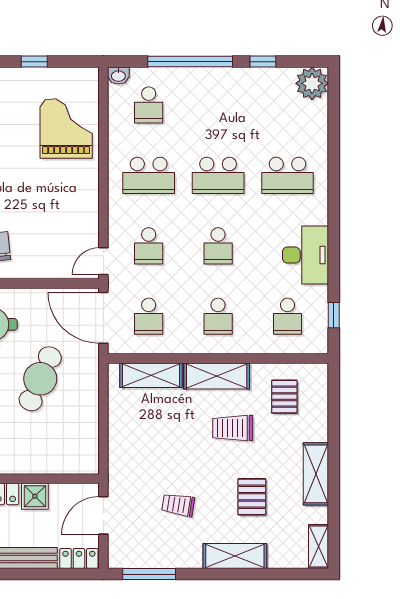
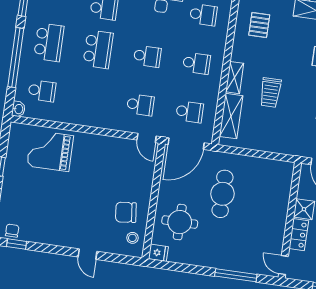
school desk: (149, 175) -> (49, 42), moved
shelving: (217, 376) -> (235, 78), width x0.67, depth x0.75
cafe table: (40, 379) -> (223, 194), turned 66
pallet: (284, 397) -> (259, 25), turned 90
trolley: (233, 428) -> (270, 92), moved

